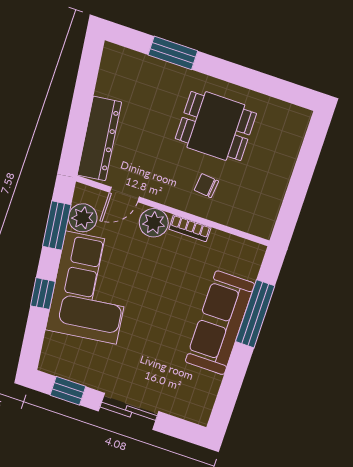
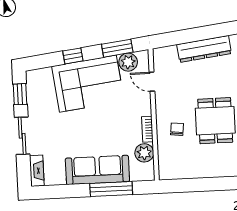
dresser: (99, 138) -> (204, 49), moved
plant: (154, 223) -> (144, 153), moved
fireplace: (187, 410) -> (37, 171), added

